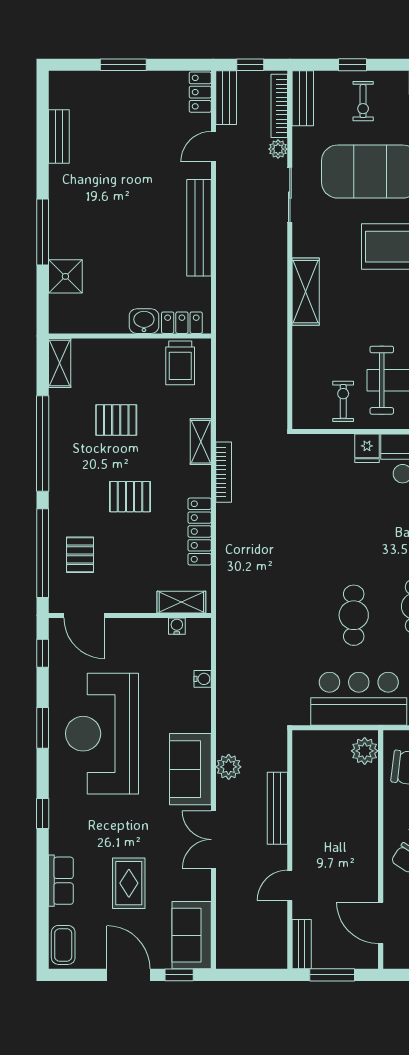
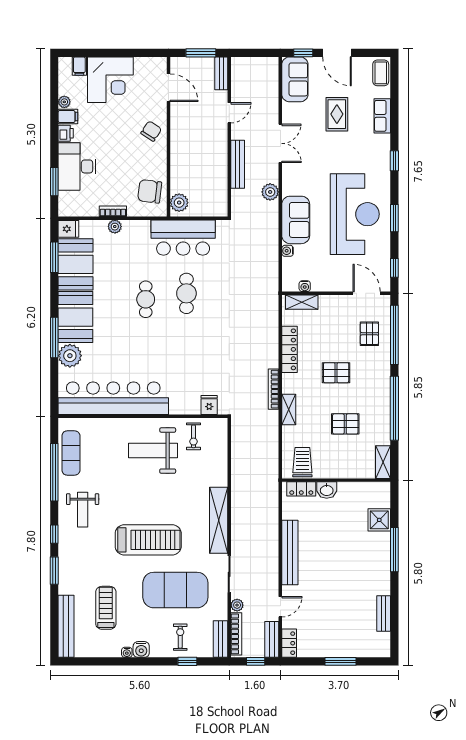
shelving: (306, 292) -> (219, 520), width x1.47
fridge: (367, 448) -> (209, 405), moved
sofa: (190, 769) -> (296, 220), moved

